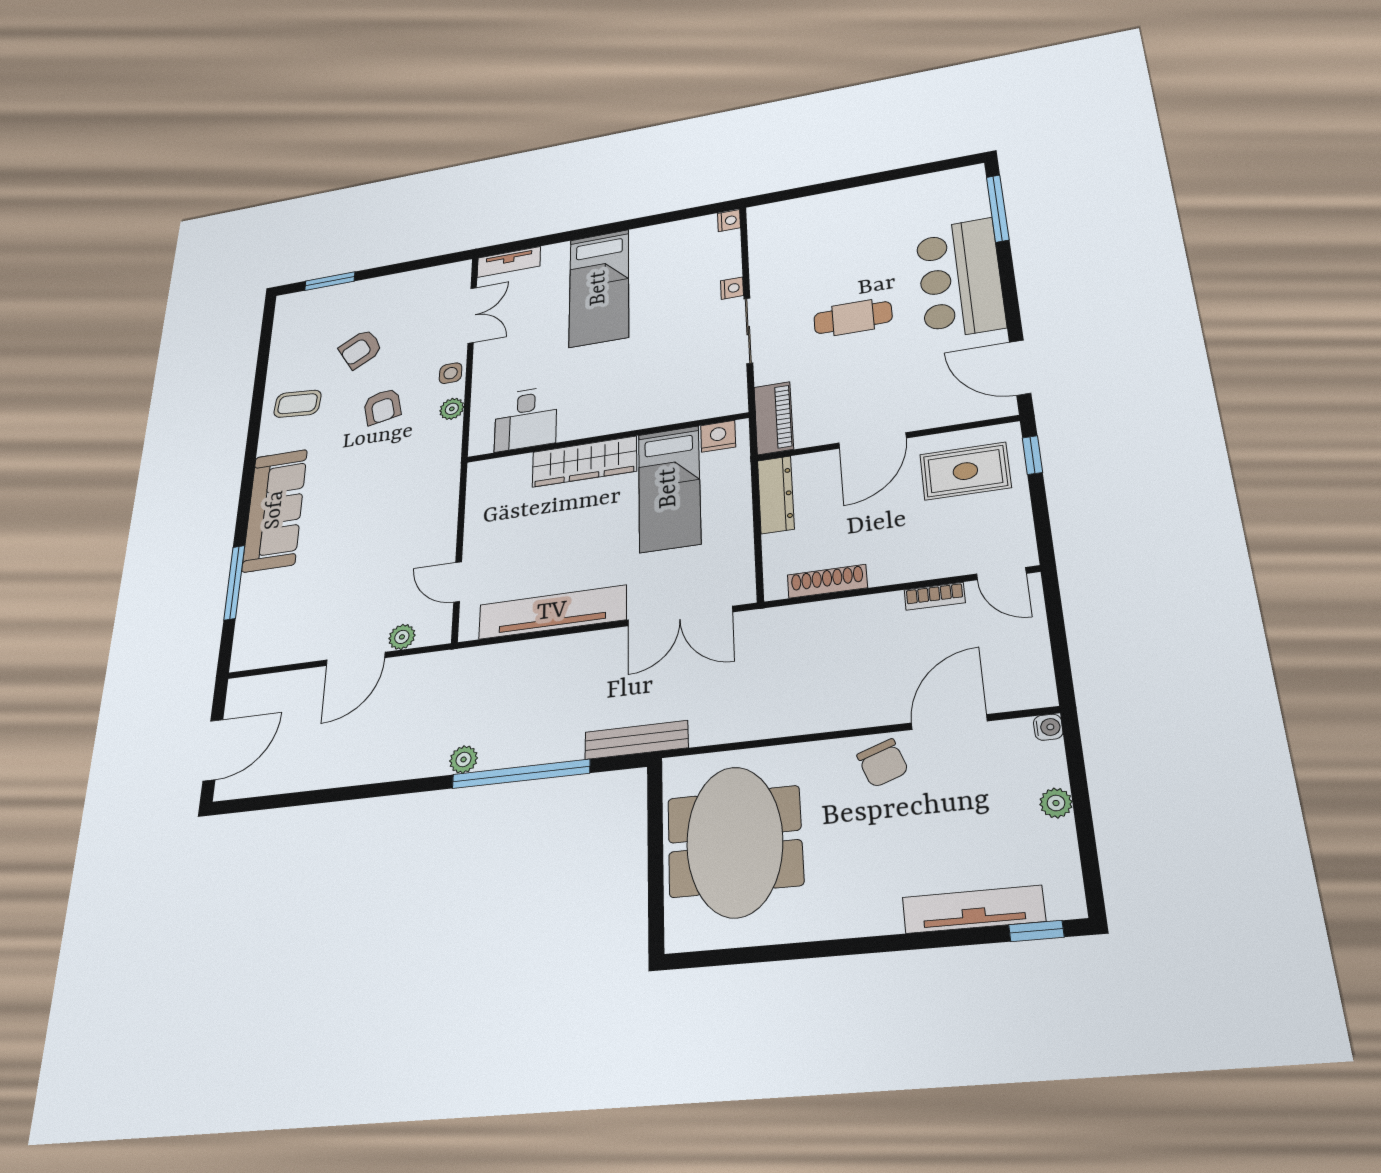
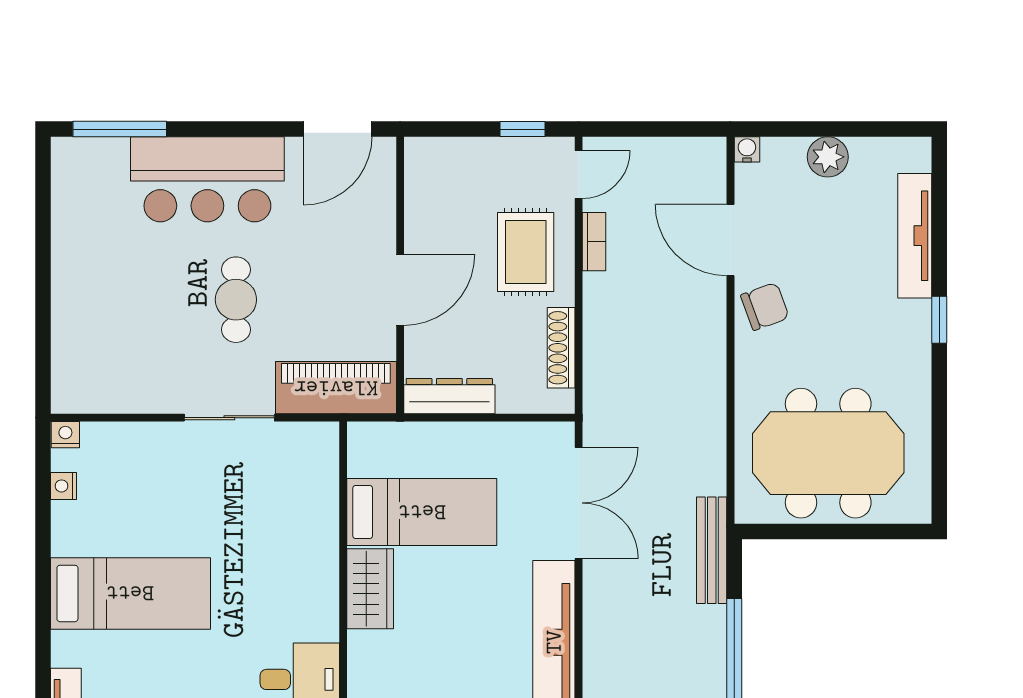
nightstand: (732, 288) -> (64, 486), moved, turned -90
piano: (774, 418) -> (336, 388), width x1.37, depth x1.33
nightstand: (718, 436) -> (364, 456), removed
door: (872, 440) -> (400, 290), hinge flipped
window: (1032, 455) -> (523, 129), moved
wardrobe: (584, 462) -> (370, 589), width x0.67
rug: (965, 471) -> (526, 252), moved
plant: (1056, 803) -> (828, 157), width x1.38, depth x1.38
window: (1036, 931) -> (939, 320), moved

